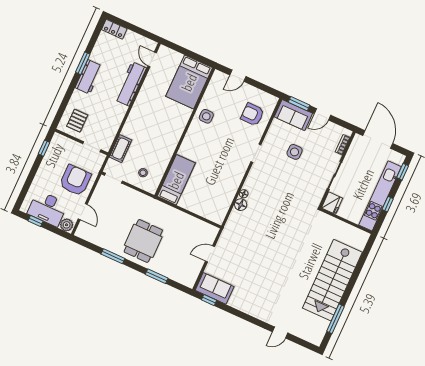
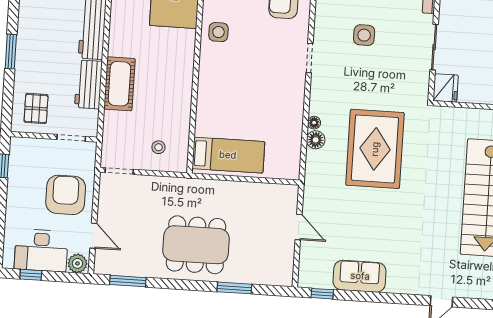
window: (83, 63) -> (11, 52), moved
workbench: (89, 77) -> (88, 84), moved, turned 180
cot: (121, 149) -> (119, 84), moved, width x1.37, depth x1.34
bed: (176, 180) -> (228, 155), moved, turned 90
rug: (275, 224) -> (375, 149), added
dining table: (143, 241) -> (196, 245), width x1.37
door: (210, 254) -> (299, 227), swing flipped
window: (113, 256) -> (128, 281), moved
sofa: (215, 288) -> (360, 276), moved

